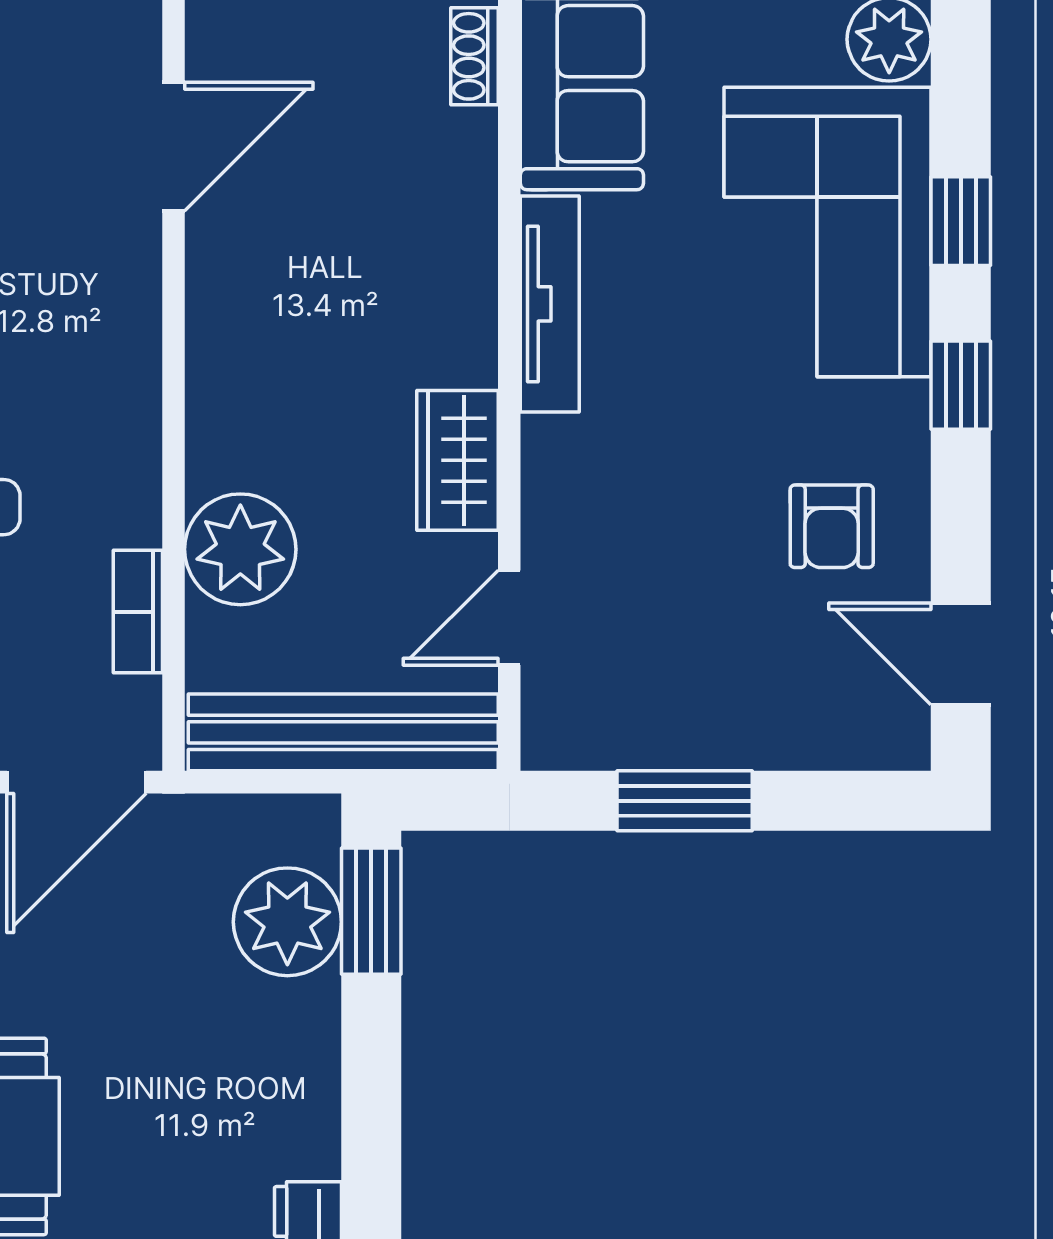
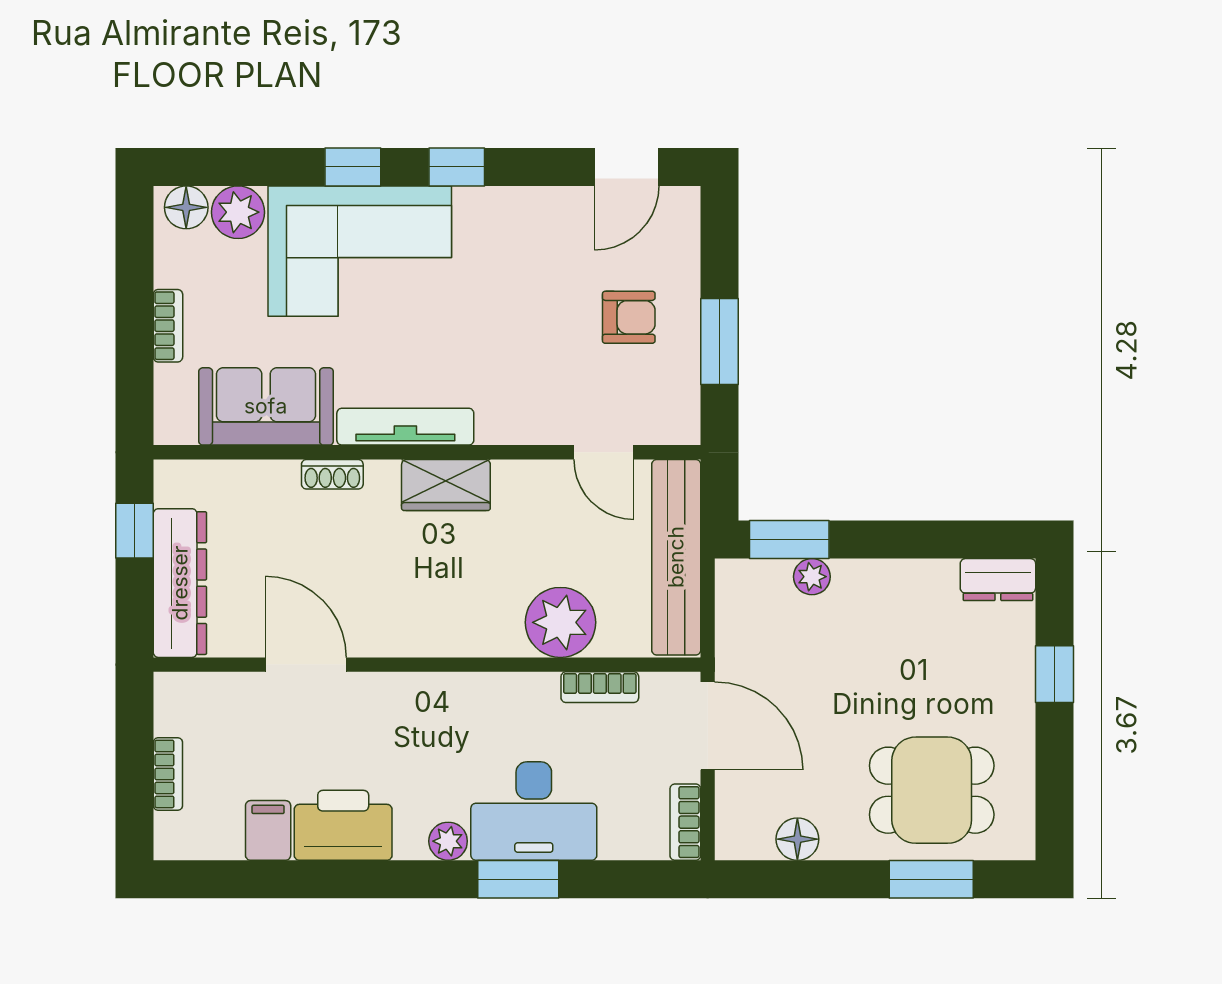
shoe rack: (474, 56) -> (332, 474), moved
wardrobe: (458, 460) -> (446, 485), moved
armchair: (832, 526) -> (629, 317), moved
plant: (287, 922) -> (812, 577), width x0.53, depth x0.53

